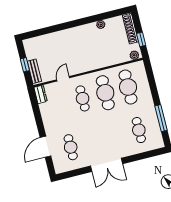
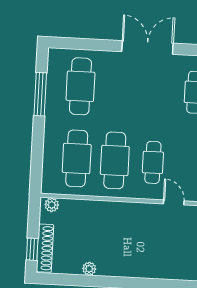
window: (141, 39) -> (32, 249), moved
door: (63, 79) -> (174, 202), swing flipped
cafe table: (139, 130) -> (80, 86), width x1.37, depth x1.35

